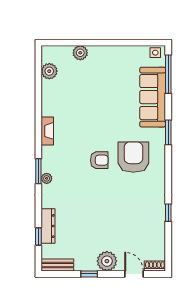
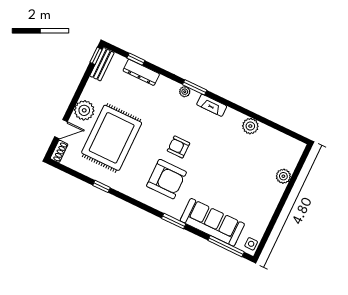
plant: (49, 71) -> (250, 126), moved
fireplace: (47, 131) -> (212, 105), moved
armchair: (99, 160) -> (178, 147), turned 90
rug: (120, 224) -> (112, 138), added
window: (89, 274) -> (96, 56), moved

